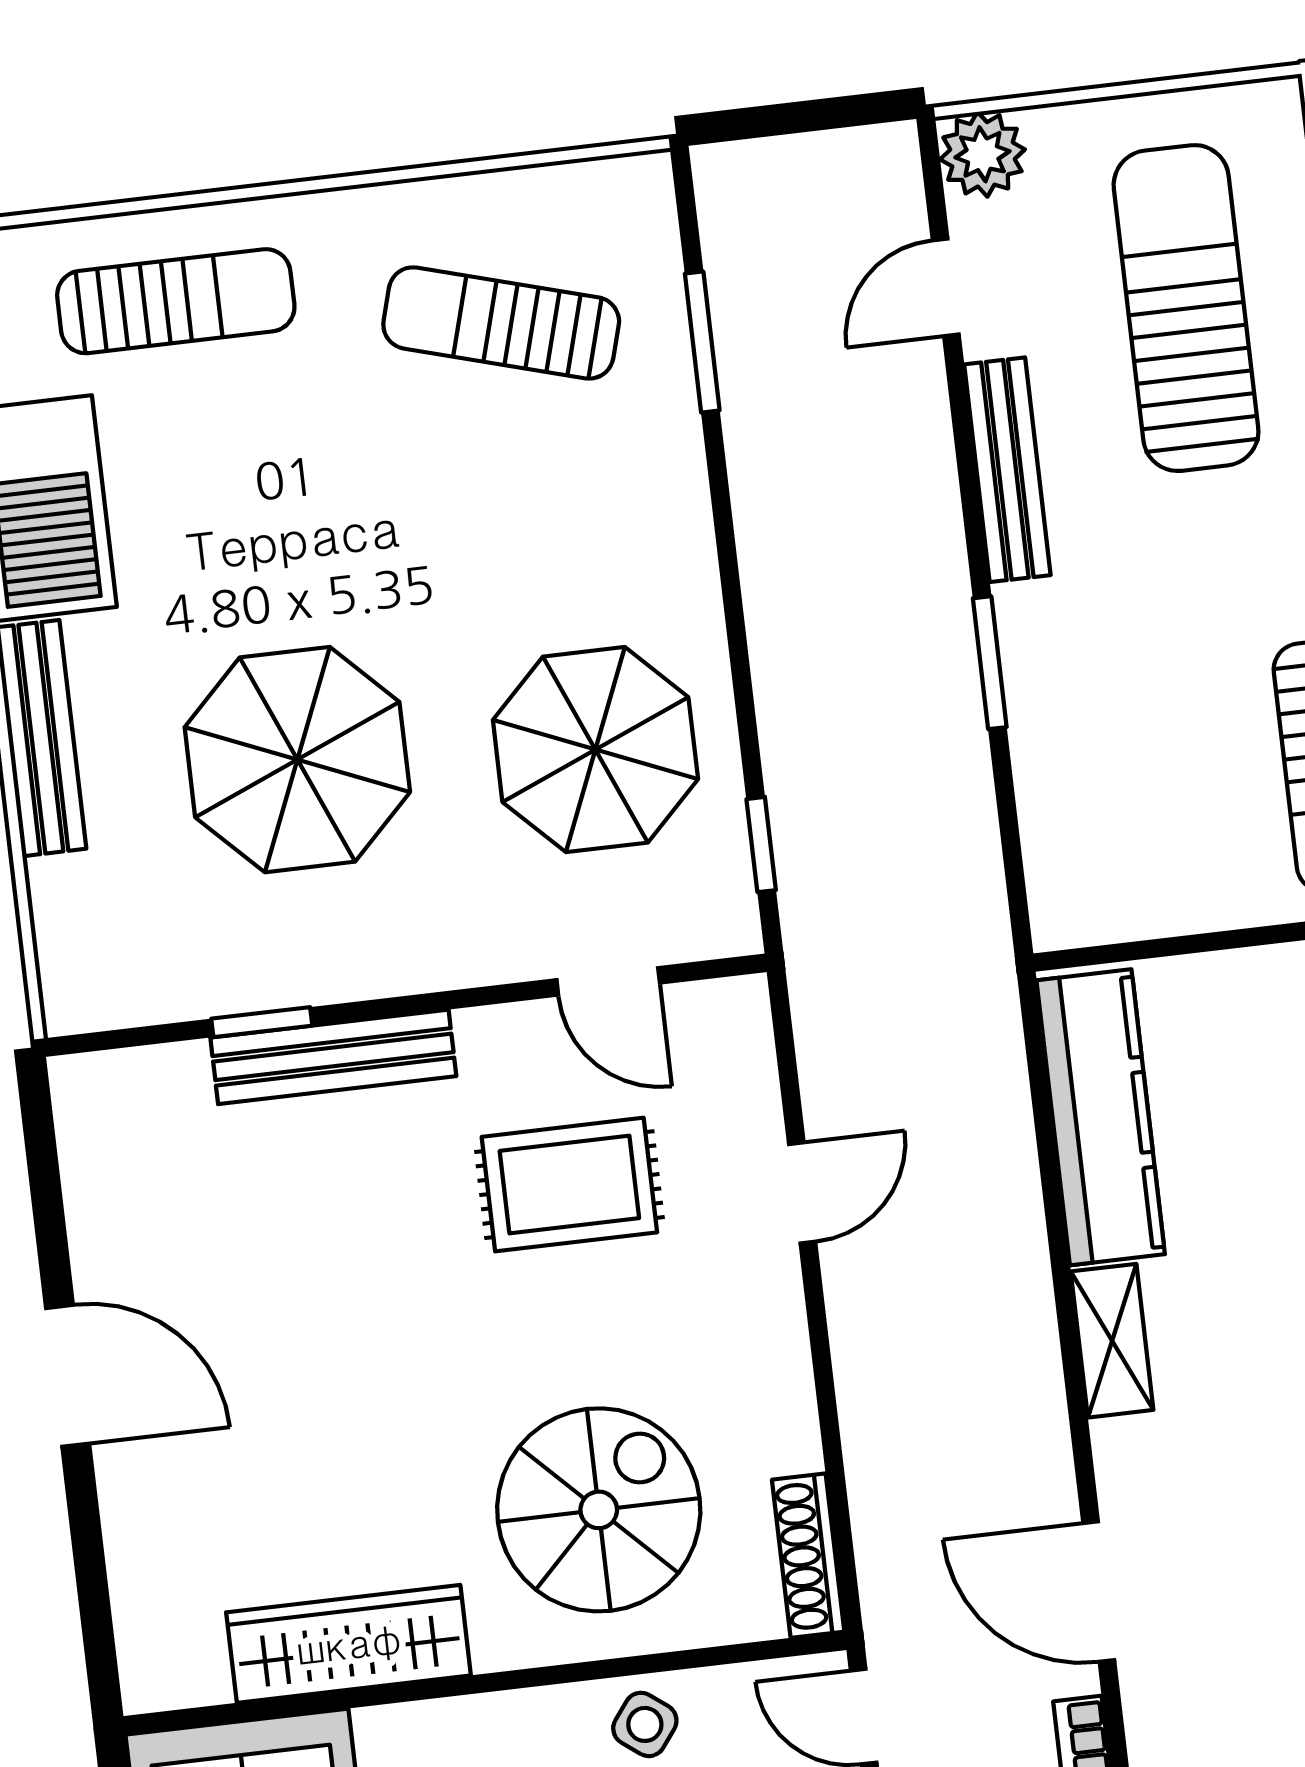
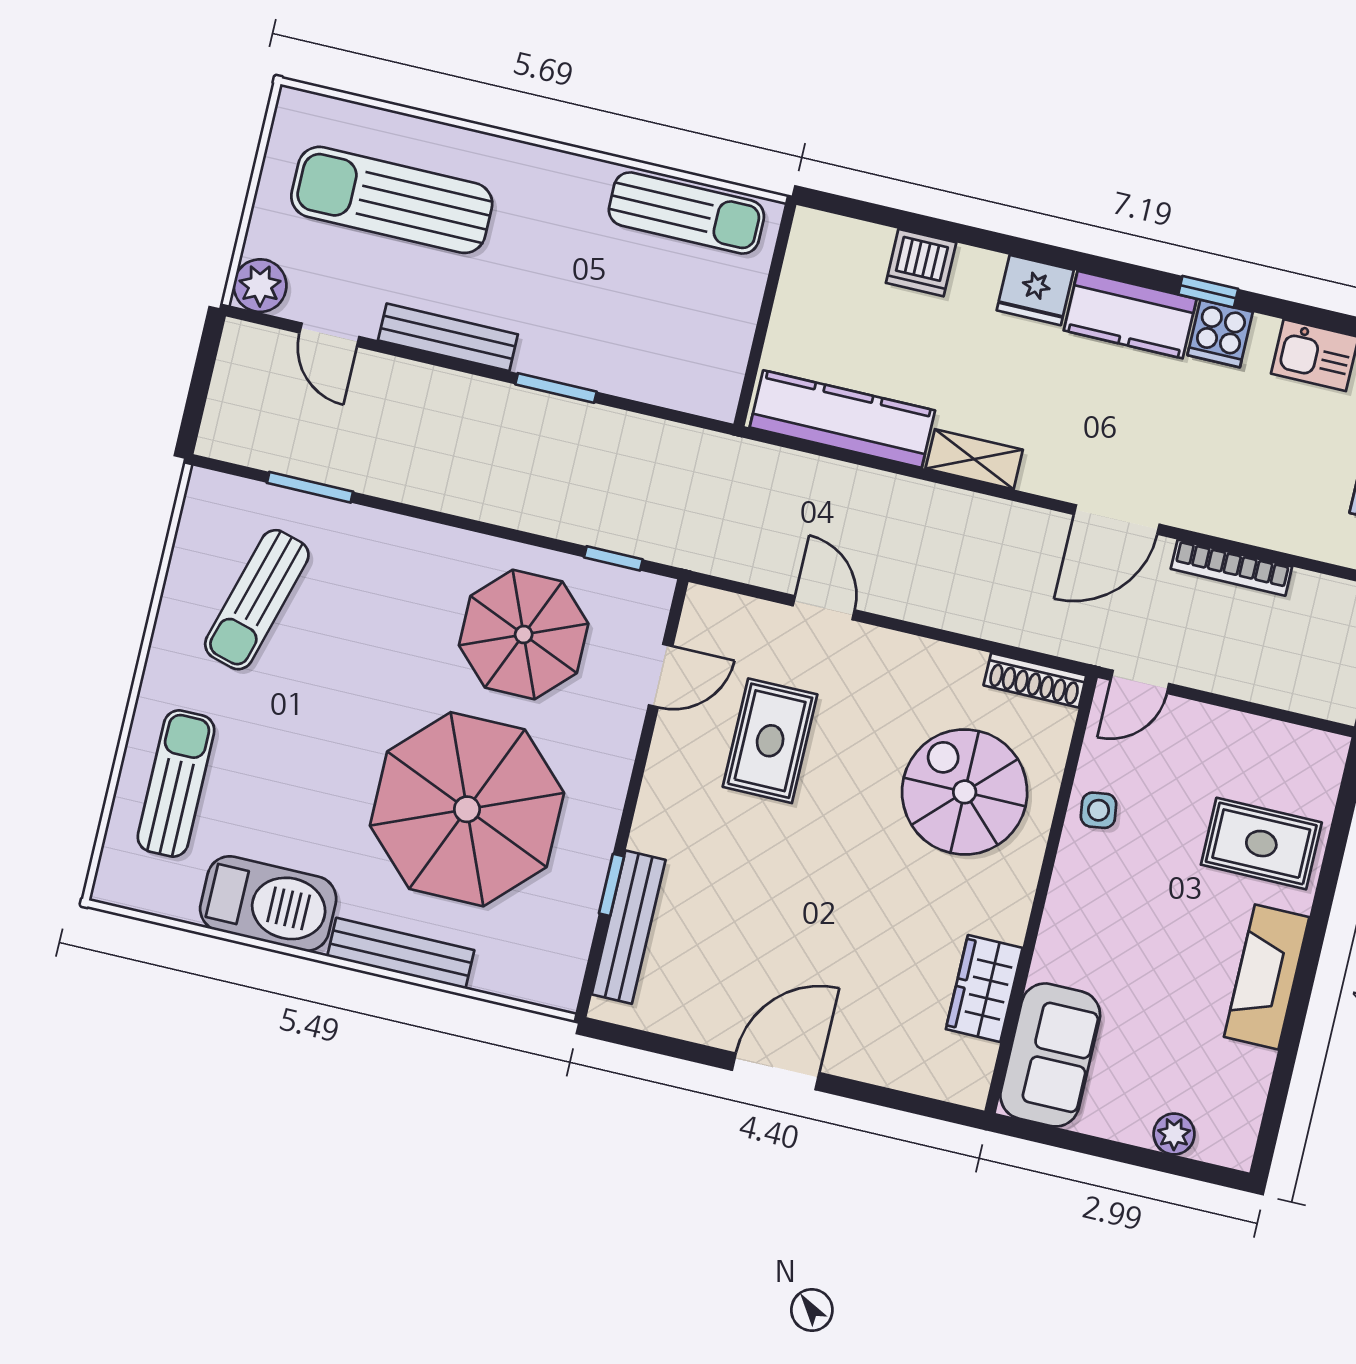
parasol: (297, 760) -> (467, 809), width x1.36, depth x1.36
bench: (333, 1057) -> (629, 927), moved
wardrobe: (349, 1644) -> (984, 988), width x0.67
side table: (645, 1724) -> (1099, 810), turned 45

